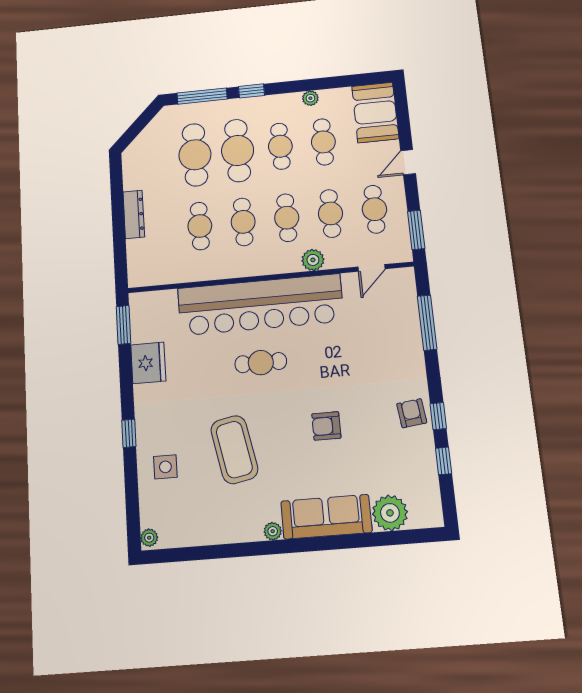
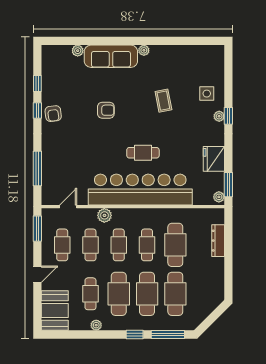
cafe table: (280, 146) -> (119, 294), width x1.37, depth x1.35
dresser: (134, 214) -> (218, 241), moved
cafe table: (200, 226) -> (175, 245), width x1.37, depth x1.35
plant: (137, 305) -> (219, 197), added
coffee table: (234, 450) -> (163, 101), width x0.54, depth x0.58
plant: (390, 513) -> (78, 51), width x0.53, depth x0.53
plant: (149, 538) -> (219, 116), moved

